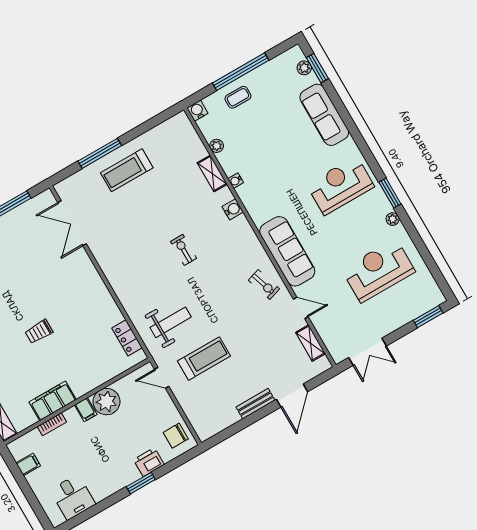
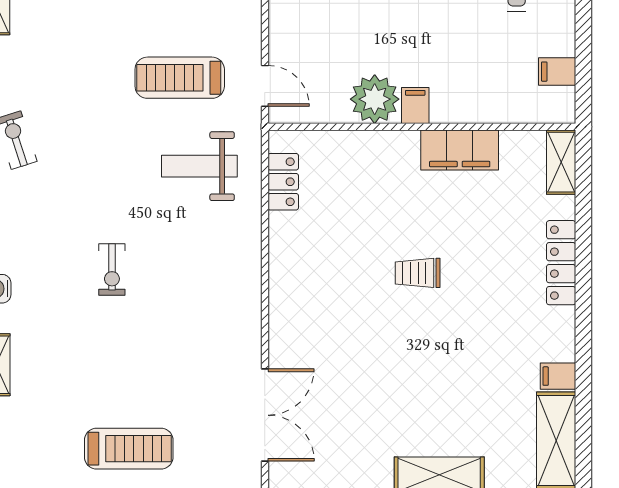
trolley: (39, 332) -> (418, 273), turned 180
bookcase: (52, 424) -> (482, 114), removed

